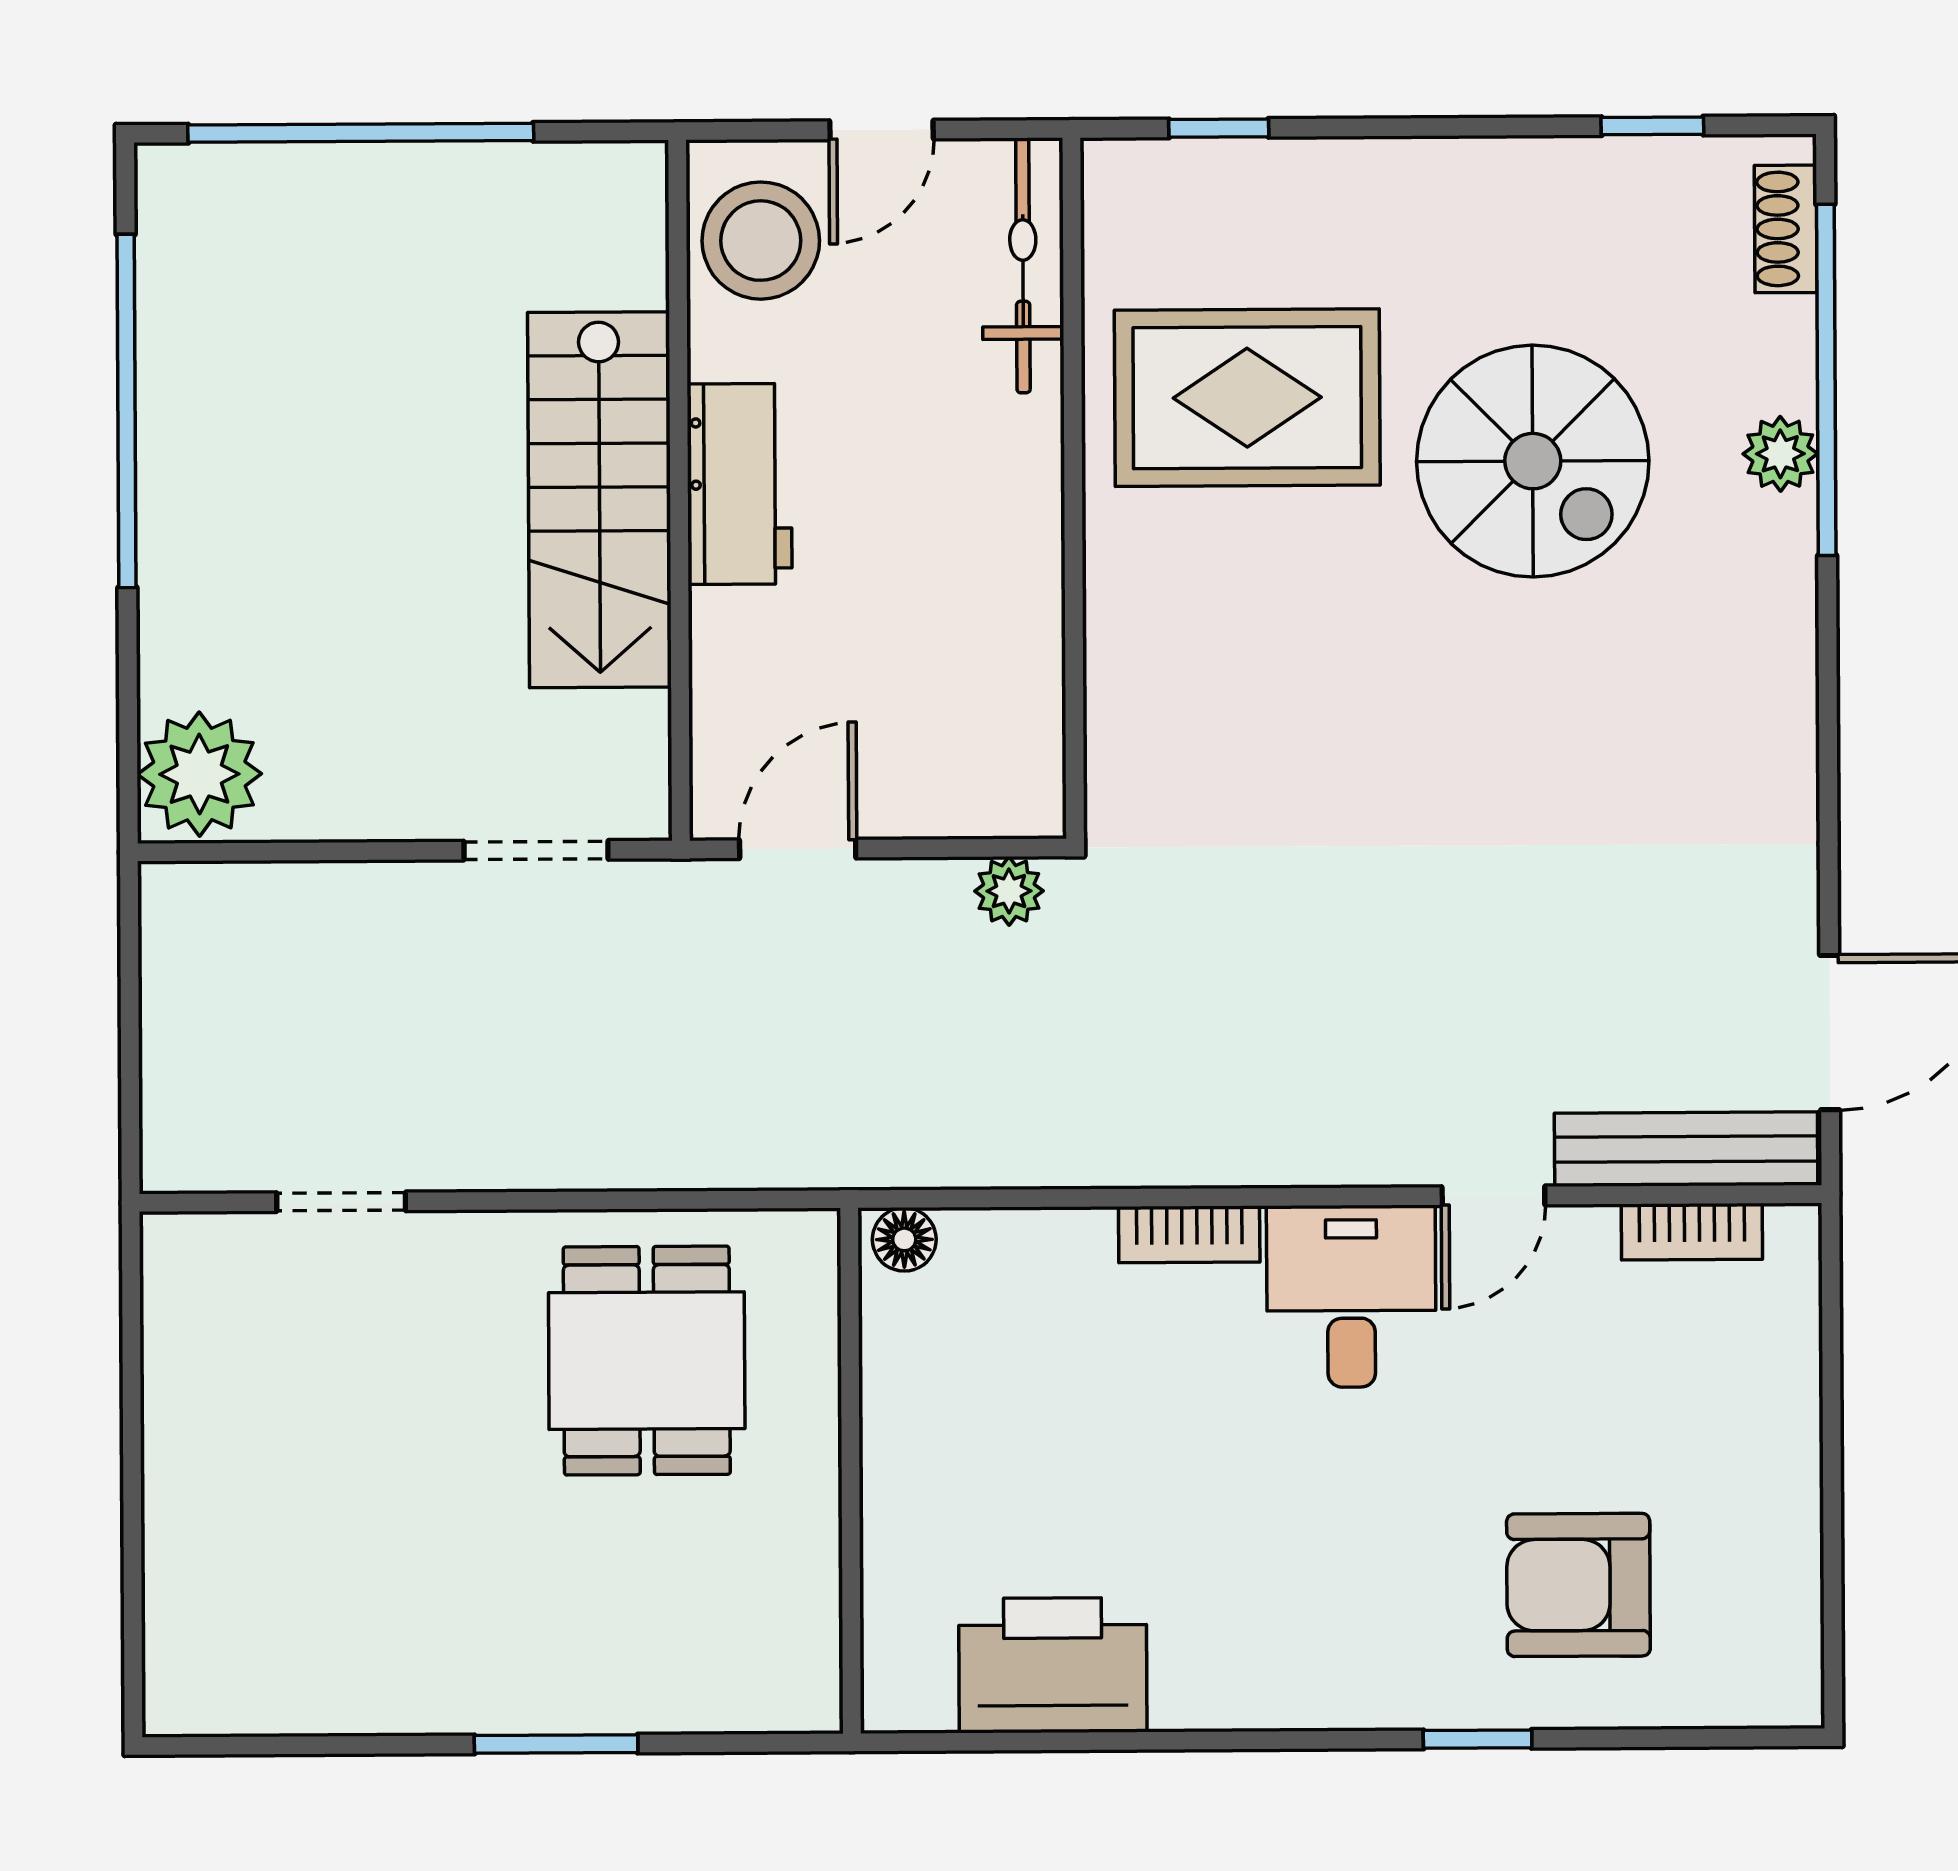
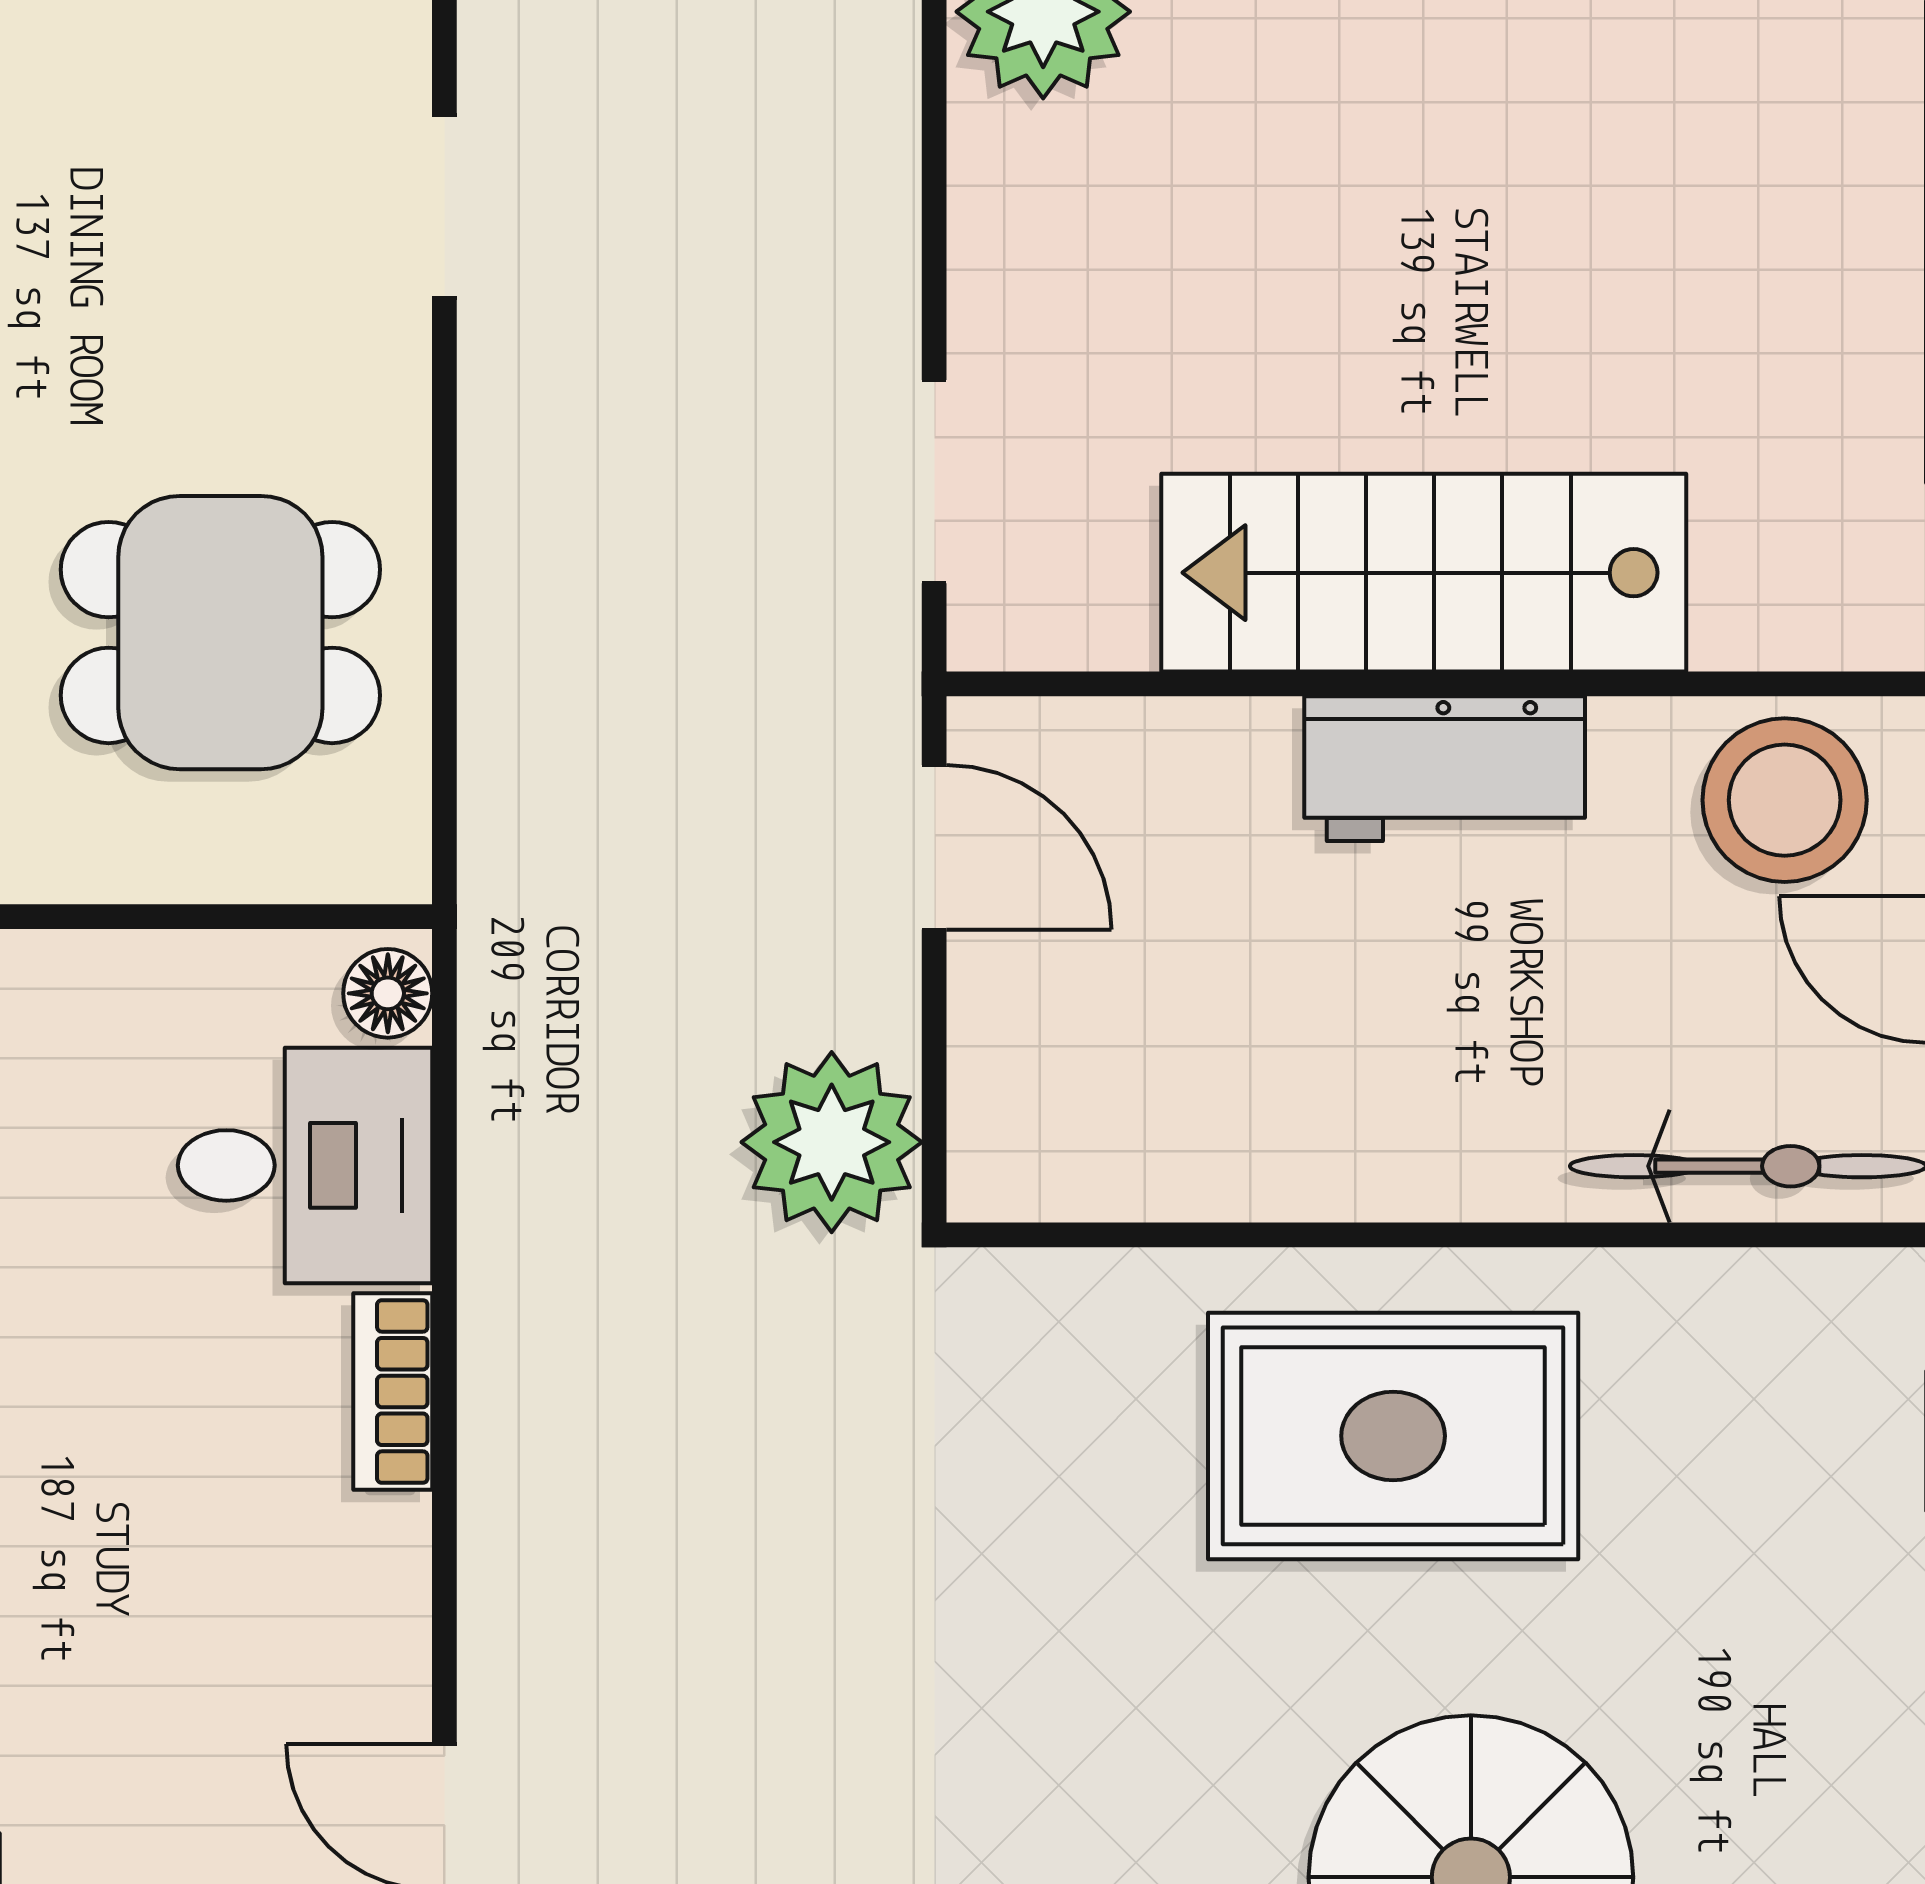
rug: (1247, 398) -> (1393, 1436), moved, turned 90
plant: (1009, 891) -> (832, 1142), width x1.88, depth x1.88
desk: (1351, 1296) -> (305, 1165), moved

